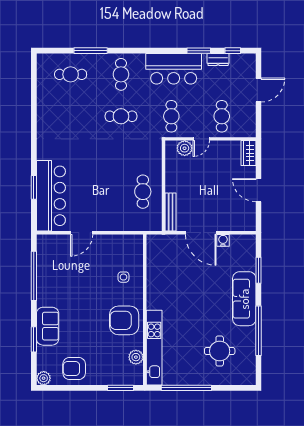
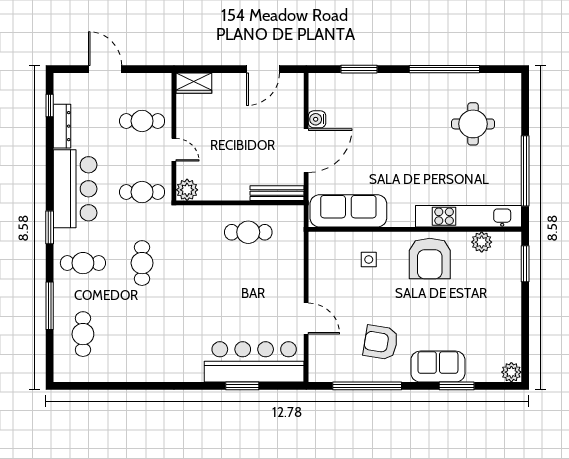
window: (199, 51) -> (50, 227), moved
dresser: (218, 59) -> (62, 126), width x1.44
plant: (185, 148) -> (187, 190), moved
door: (258, 190) -> (263, 69), moved
sofa: (244, 299) -> (348, 211), moved, turned 180
armchair: (74, 368) -> (381, 342), moved, turned 99

